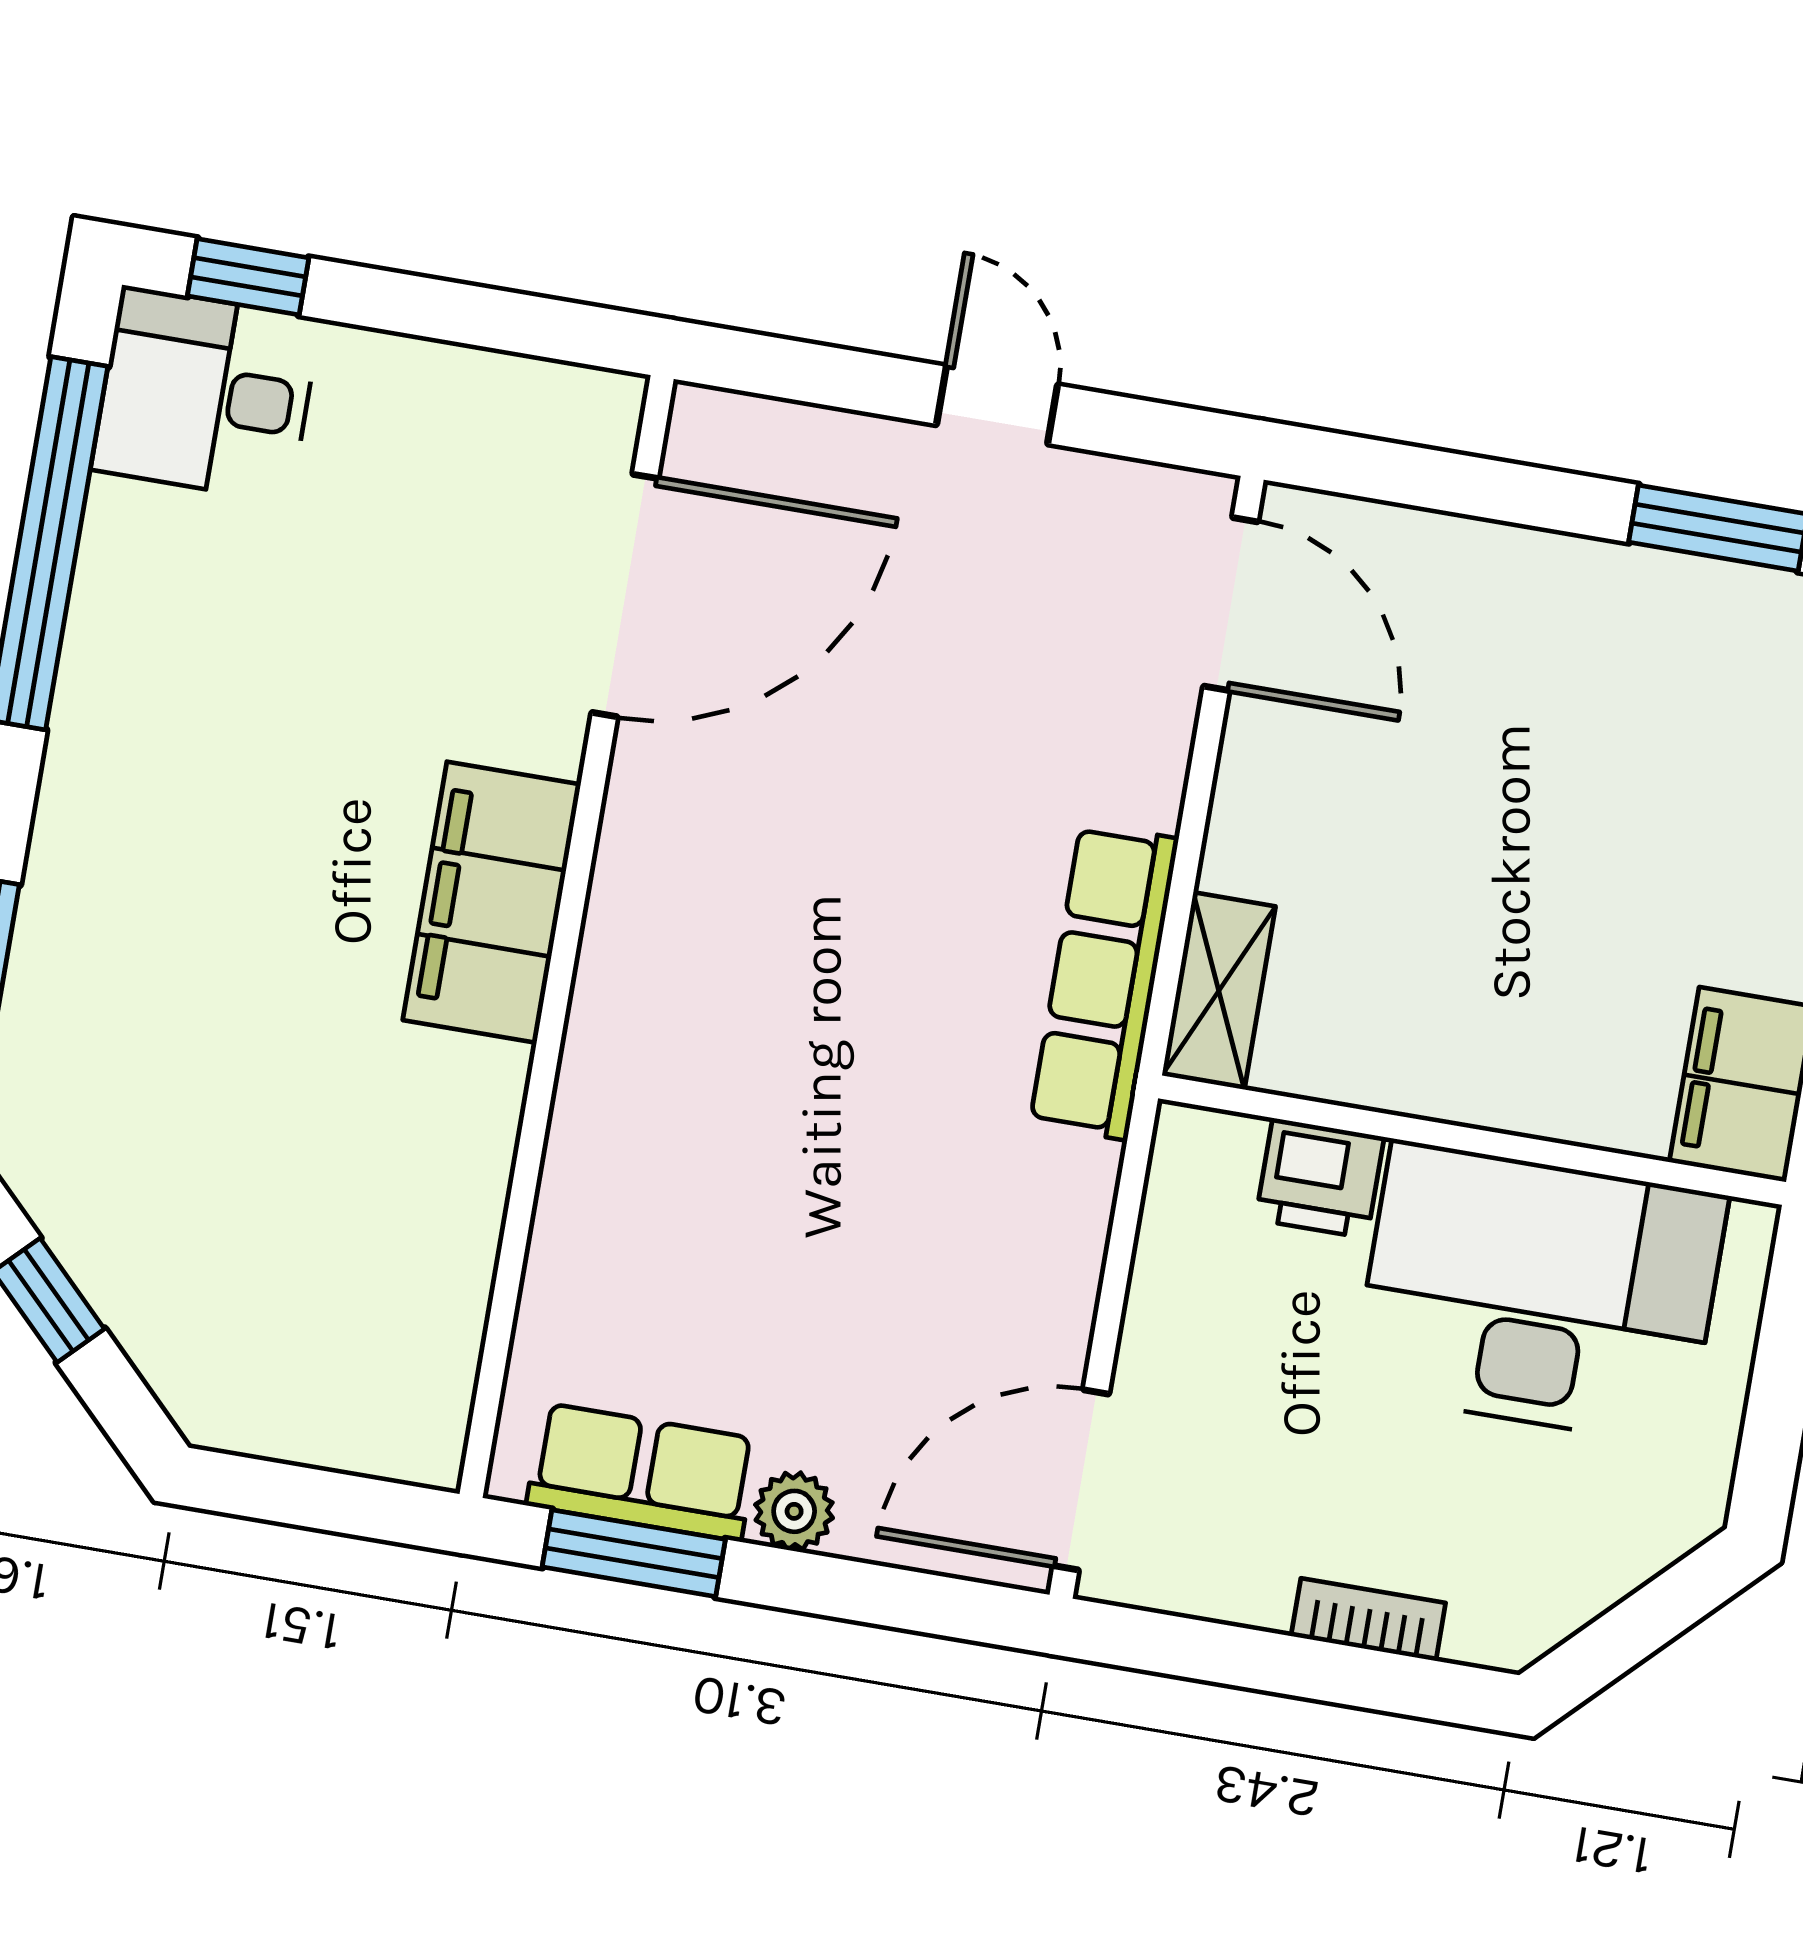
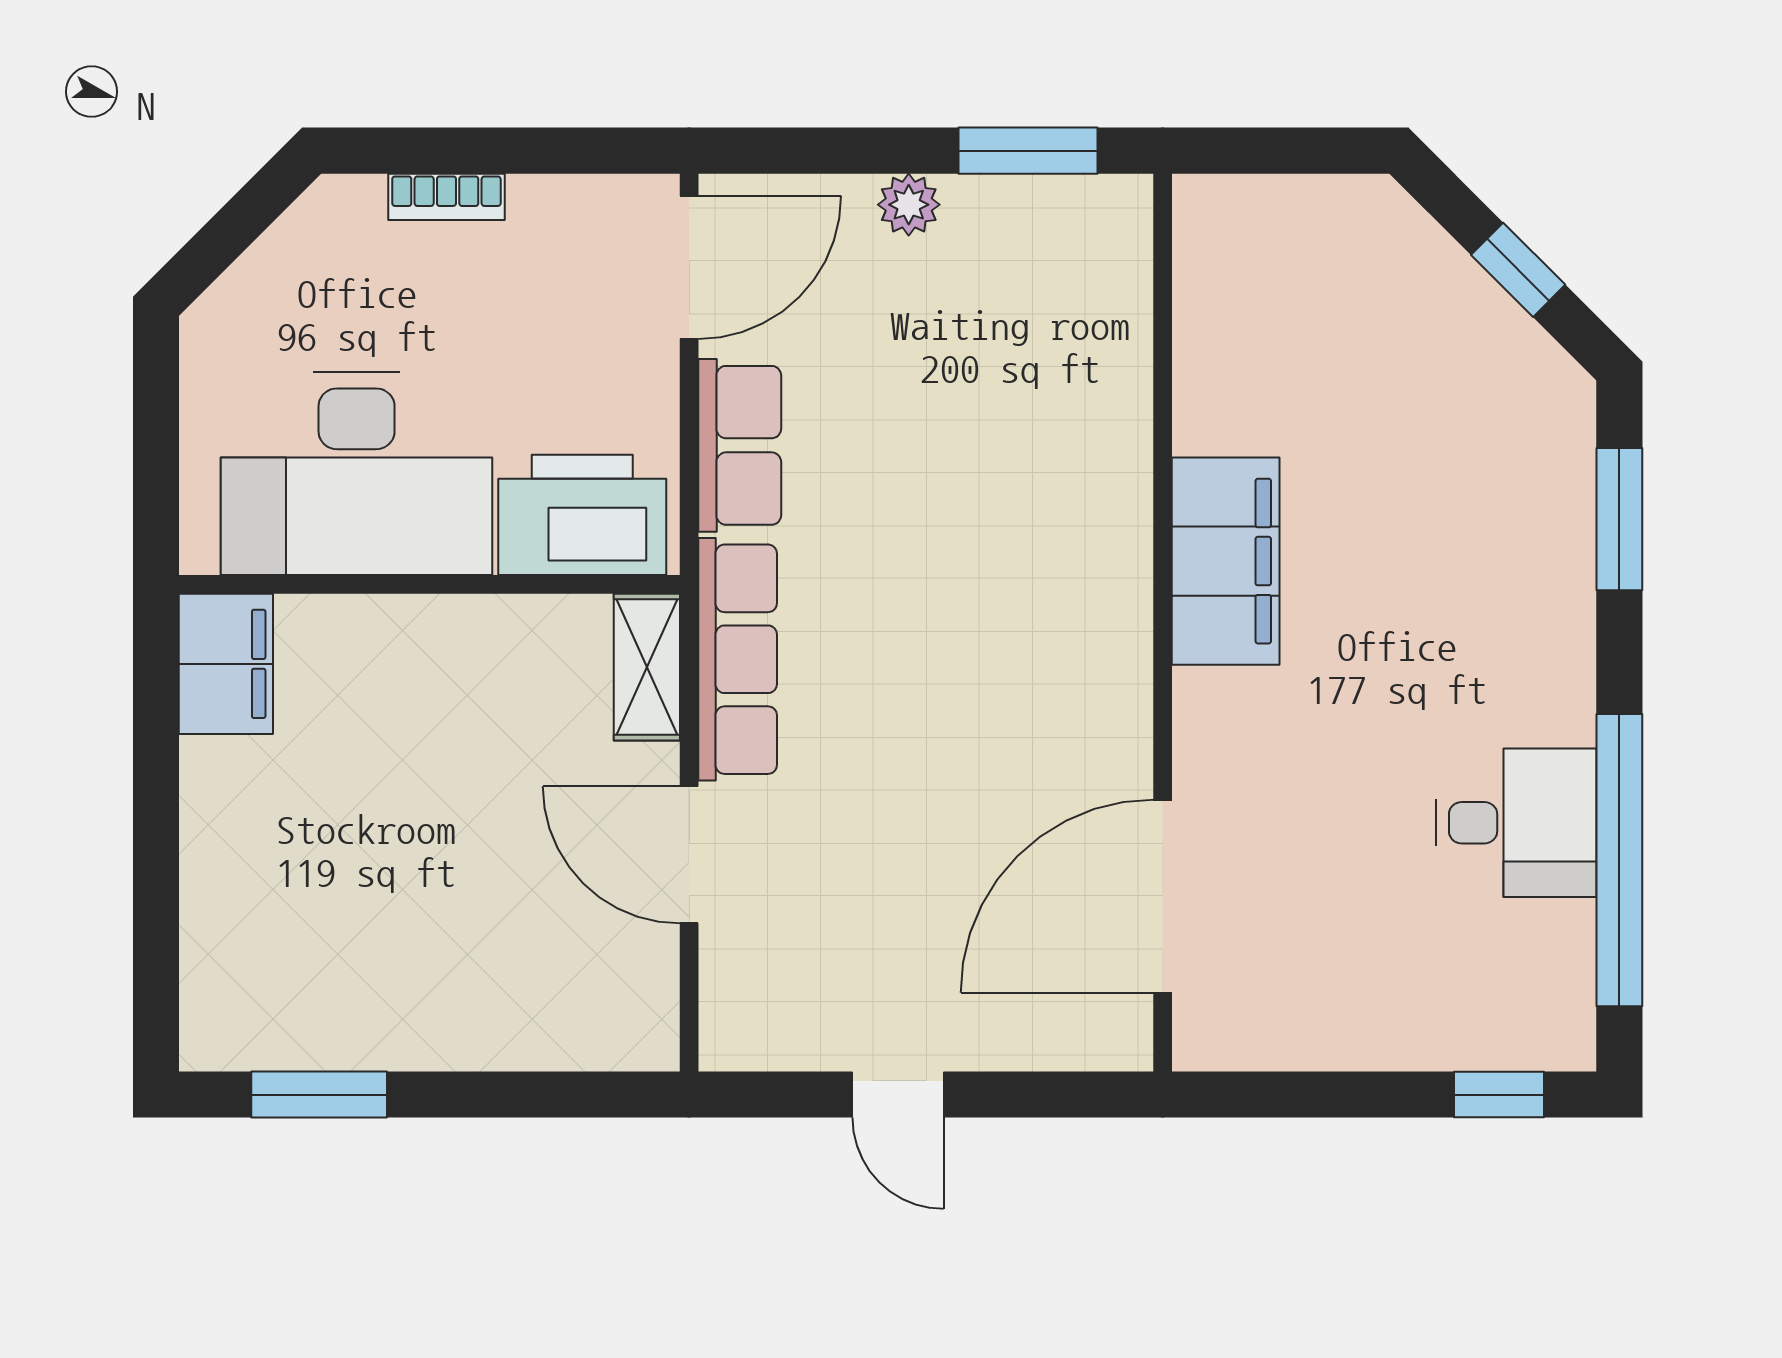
desk: (206, 394) -> (1516, 823), moved
door: (1231, 604) -> (689, 855), moved
filing cabinet: (492, 902) -> (1226, 561), moved
printer: (1320, 1178) -> (582, 515), width x1.87, depth x1.48
row of seats: (642, 1472) -> (740, 445), moved, turned -90

